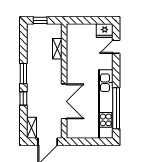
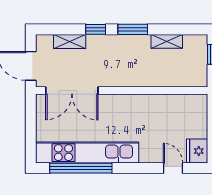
shelving: (57, 49) -> (167, 41), moved
double door: (64, 101) -> (72, 91), moved
shelving: (31, 128) -> (70, 42), moved

